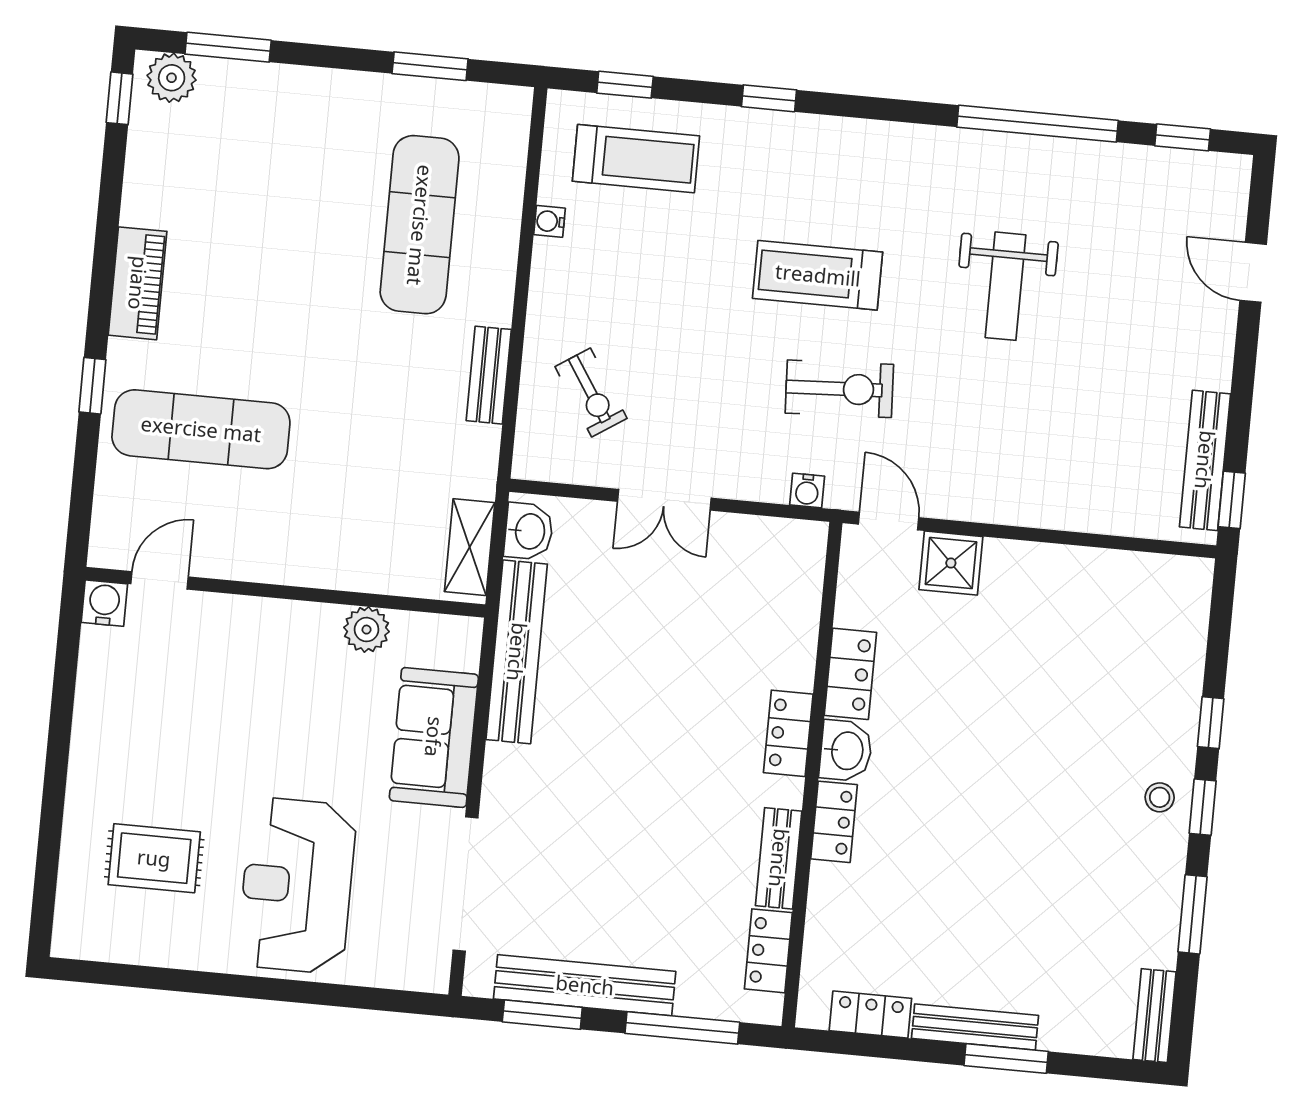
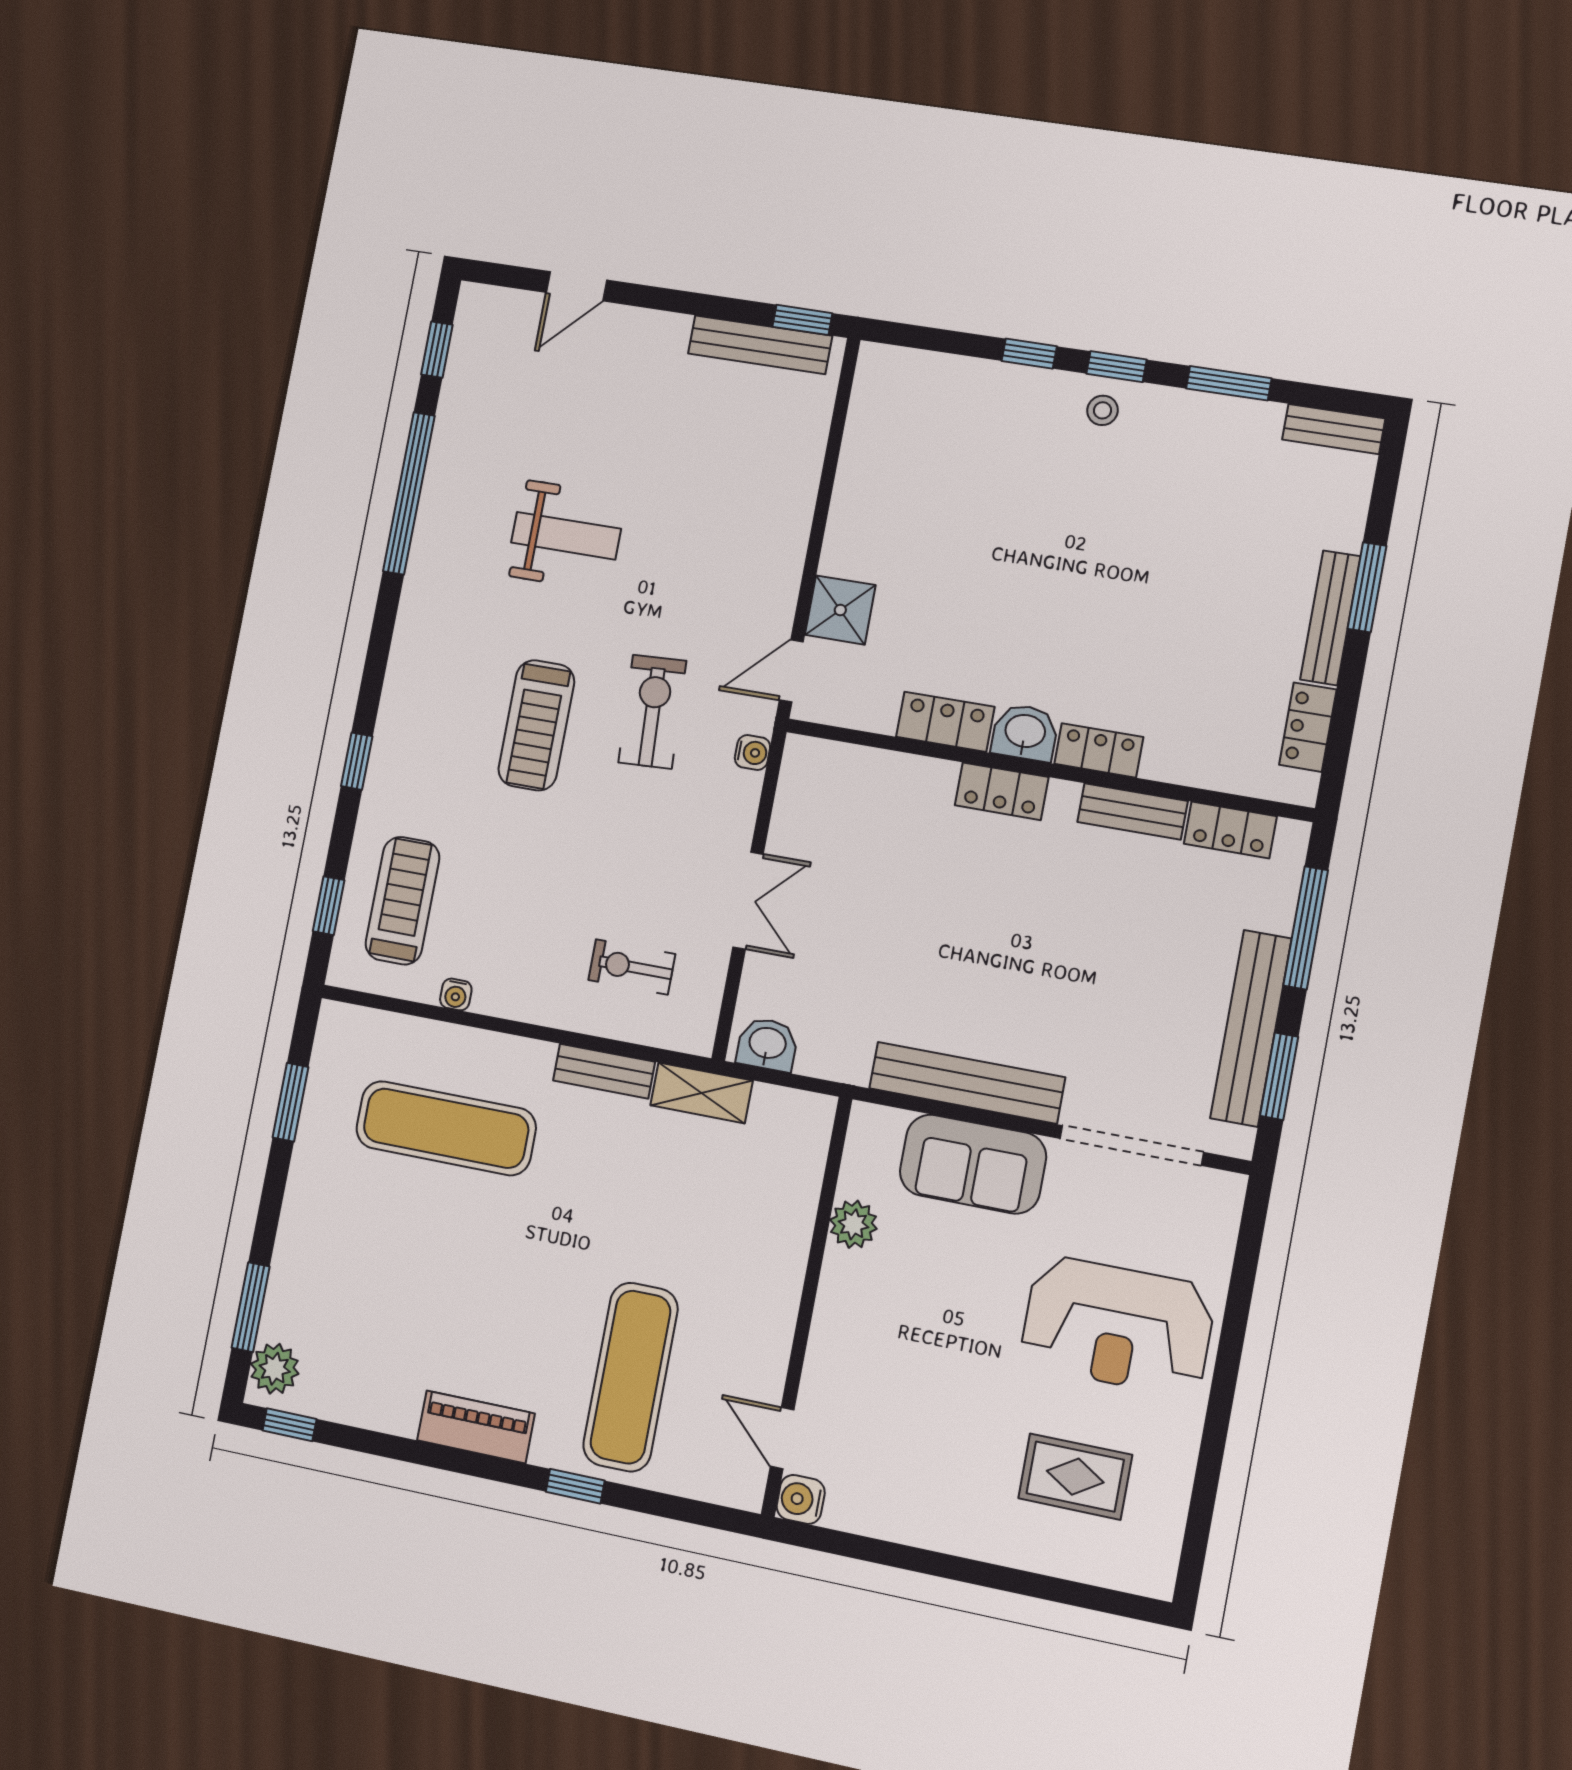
exercise bike: (591, 393) -> (632, 967), turned -147
shelving: (470, 547) -> (702, 1093), moved
bench: (517, 652) -> (967, 1083), moved
rug: (154, 858) -> (1075, 1477), turned 90

